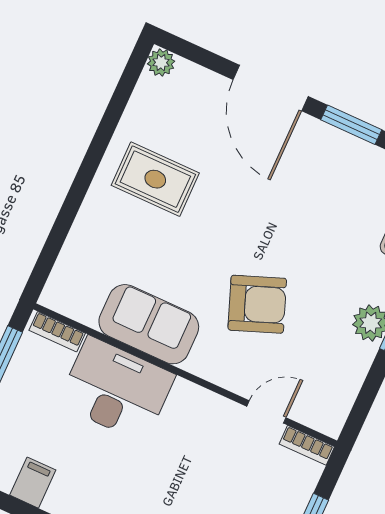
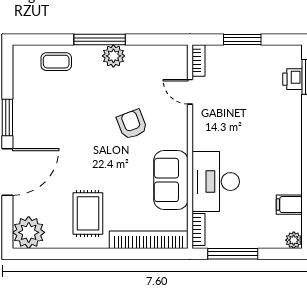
plant: (161, 63) -> (29, 232), width x1.88, depth x1.88
bookcase: (76, 251) -> (149, 240), added
armchair: (257, 304) -> (132, 124), width x0.72, depth x0.72

